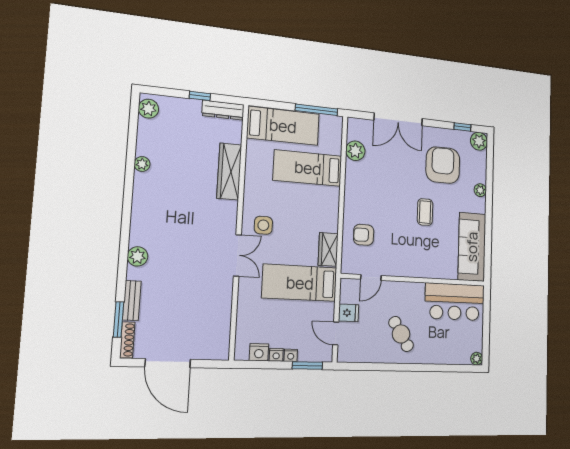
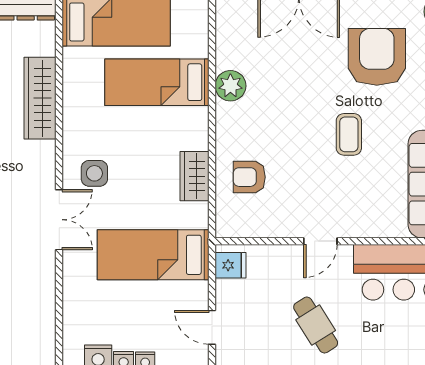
plant: (355, 151) -> (230, 86), moved
wardrobe: (328, 249) -> (194, 176), moved
door: (371, 277) -> (320, 241), moved
fridge: (349, 313) -> (230, 265), moved

